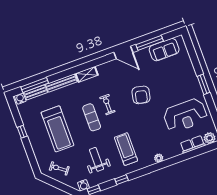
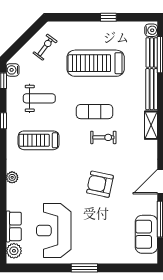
treadmill: (126, 149) -> (39, 140), turned 180

